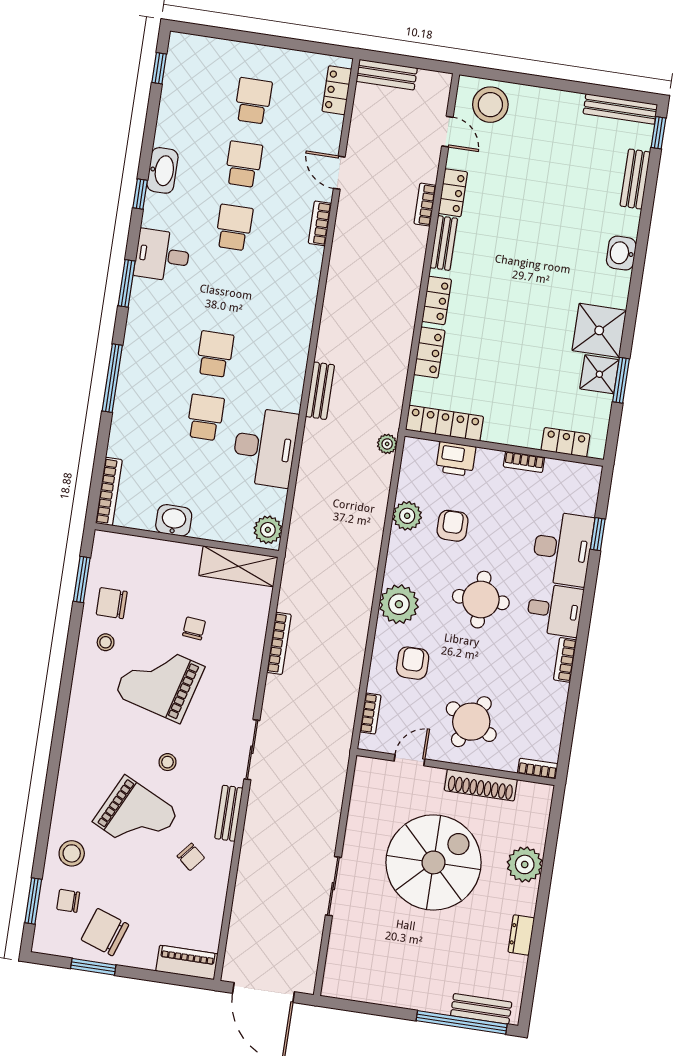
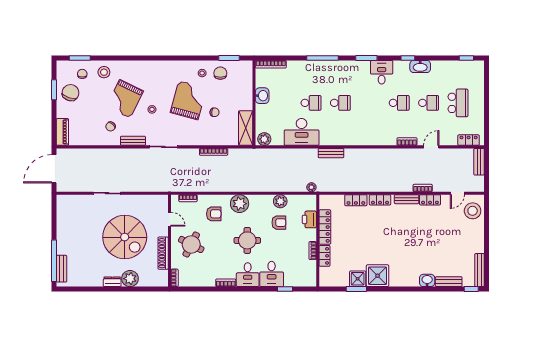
school desk: (253, 101) -> (458, 103), width x1.85
washbasin: (621, 253) -> (427, 280), moved
locker: (445, 423) -> (325, 227), moved
locker: (566, 442) -> (324, 256), moved
desk: (562, 549) -> (272, 274), width x0.73
dresser: (521, 935) -> (112, 282), moved

